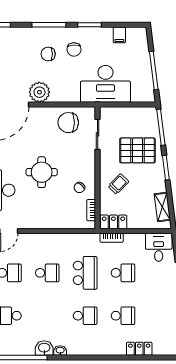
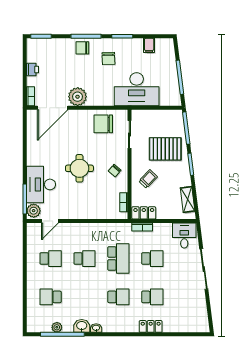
chair: (48, 54) -> (82, 48), moved
chair: (79, 188) -> (115, 171), moved
locker: (139, 349) -> (151, 326), moved
plant: (16, 350) -> (57, 327), added

